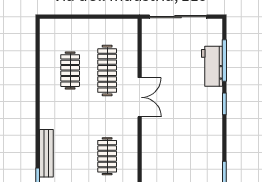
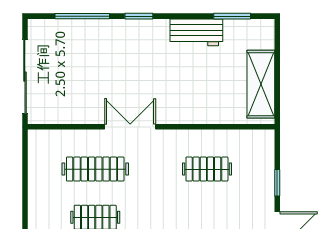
workbench: (212, 66) -> (196, 32), moved

